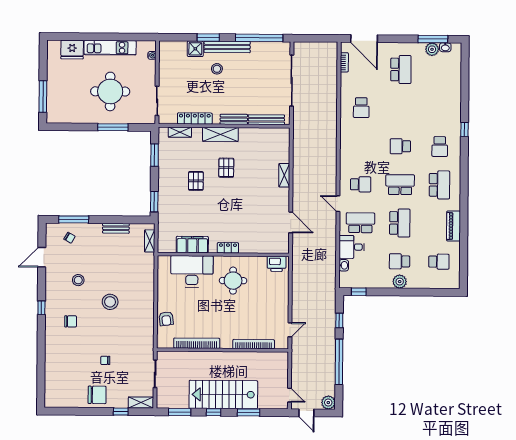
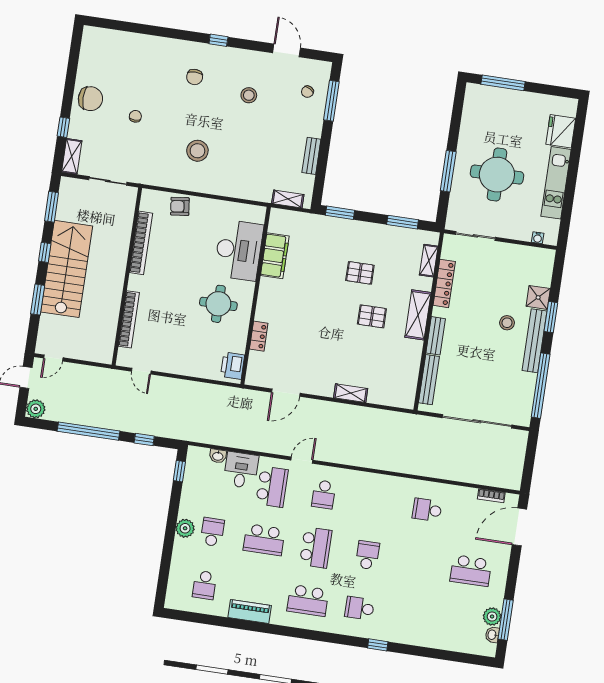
locker: (228, 248) -> (259, 336), moved
stool: (110, 302) -> (197, 151), moved
chair: (97, 395) -> (90, 99), turned -90

